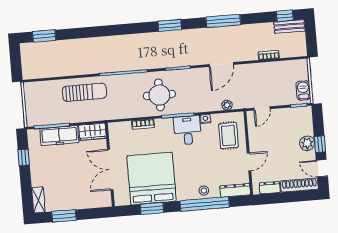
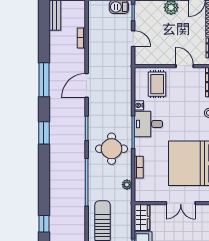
window: (285, 16) -> (44, 224), moved
door: (221, 65) -> (87, 85), swing flipped
plant: (227, 105) -> (127, 185), moved
door: (262, 108) -> (133, 39), moved
rug: (228, 136) -> (157, 84), turned 90
double door: (110, 170) -> (181, 203), width x0.73

